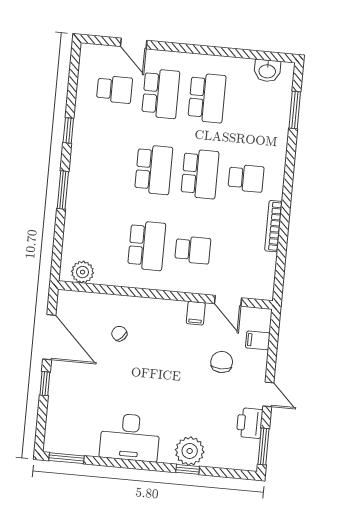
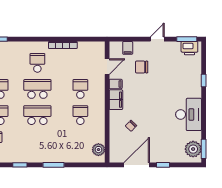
school desk: (147, 246) -> (80, 115), width x0.54
filing cabinet: (168, 311) -> (116, 100), added
printer: (250, 423) -> (189, 48), moved
plant: (190, 451) -> (193, 149), moved

